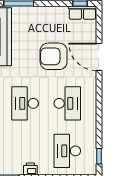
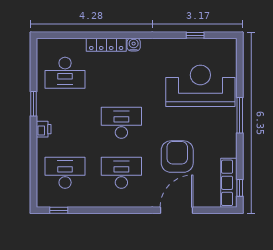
row of seats: (82, 13) -> (229, 183), width x1.48
desk: (67, 103) -> (121, 173), turned 180

